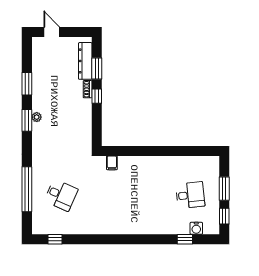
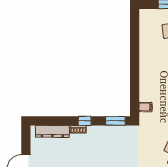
window: (97, 68) -> (115, 121), moved

